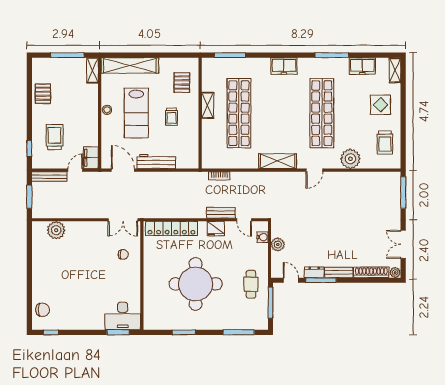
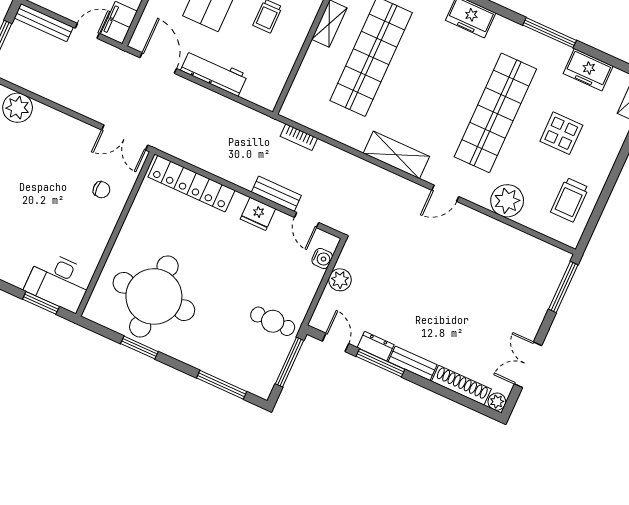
display table: (381, 105) -> (561, 133), moved
round table: (196, 284) -> (154, 296), moved
cafe table: (251, 284) -> (273, 321), turned 90

